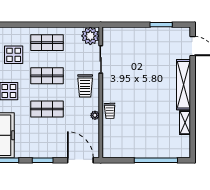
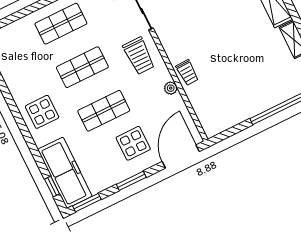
display table: (14, 55) -> (133, 143), moved
door: (80, 160) -> (181, 156), hinge flipped

